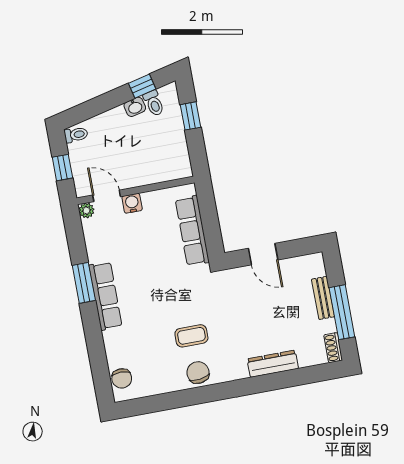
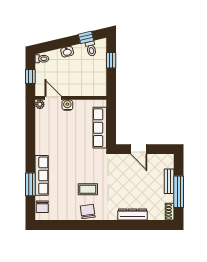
washbasin: (135, 107) -> (67, 52), moved
window: (84, 283) -> (30, 184), moved
row of seats: (105, 296) -> (42, 175), moved

